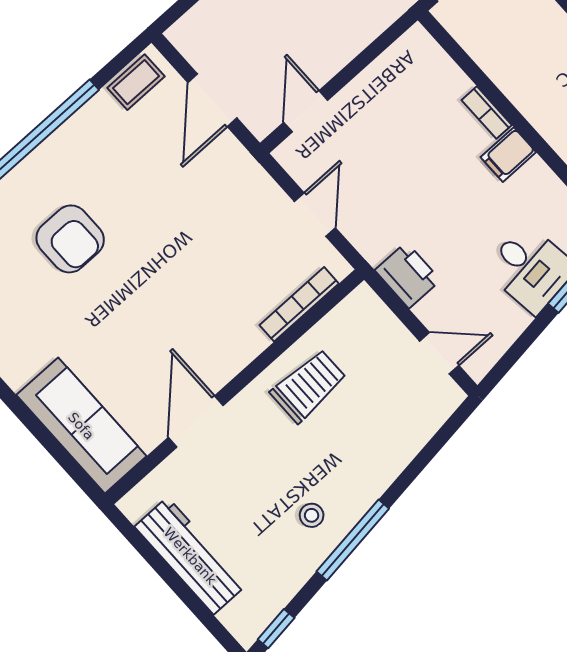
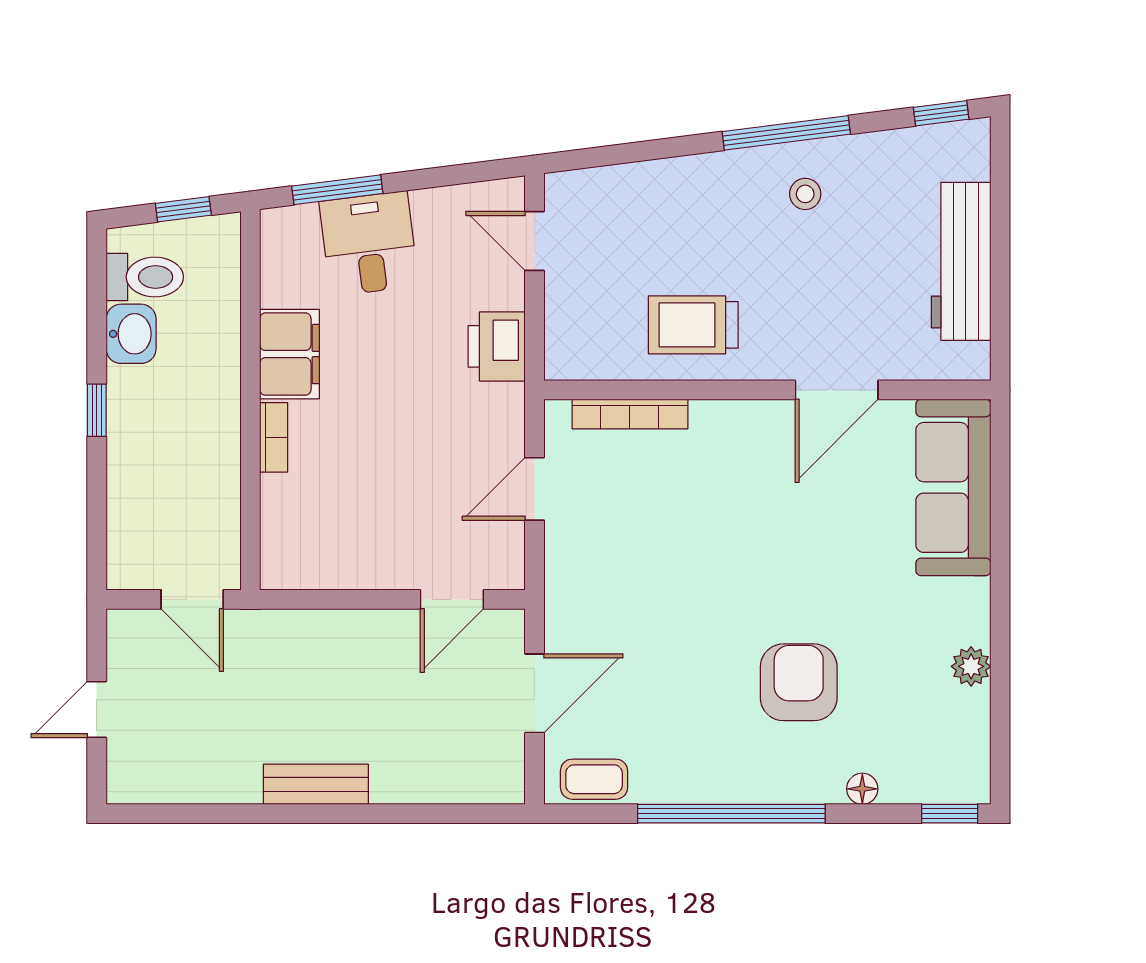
filing cabinet: (508, 155) -> (290, 354), width x2.00

